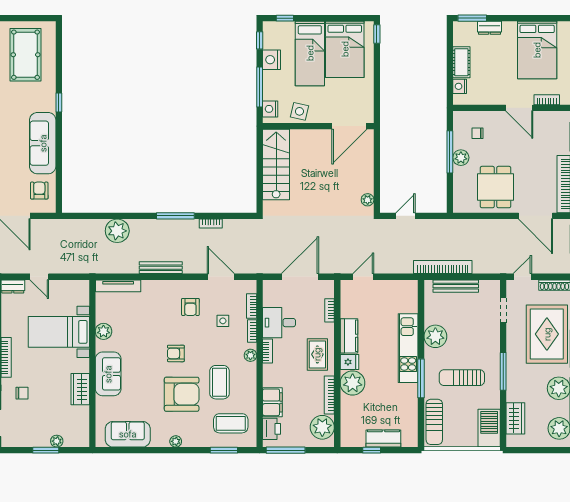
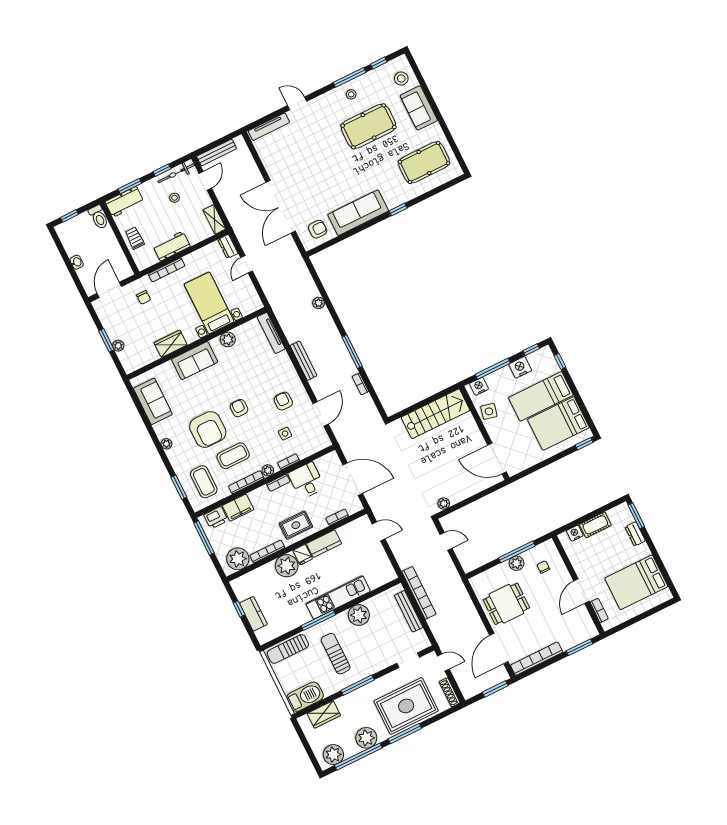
plant: (117, 231) -> (319, 303), width x0.53, depth x0.53
bookcase: (252, 306) -> (246, 482), moved, width x1.56
armchair: (190, 307) -> (283, 401), turned 90

